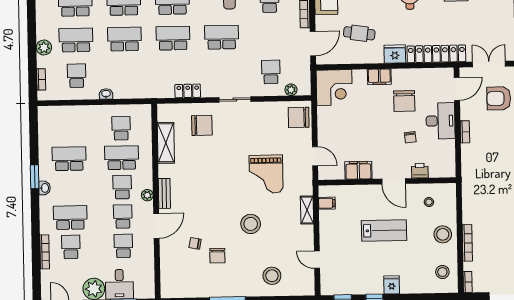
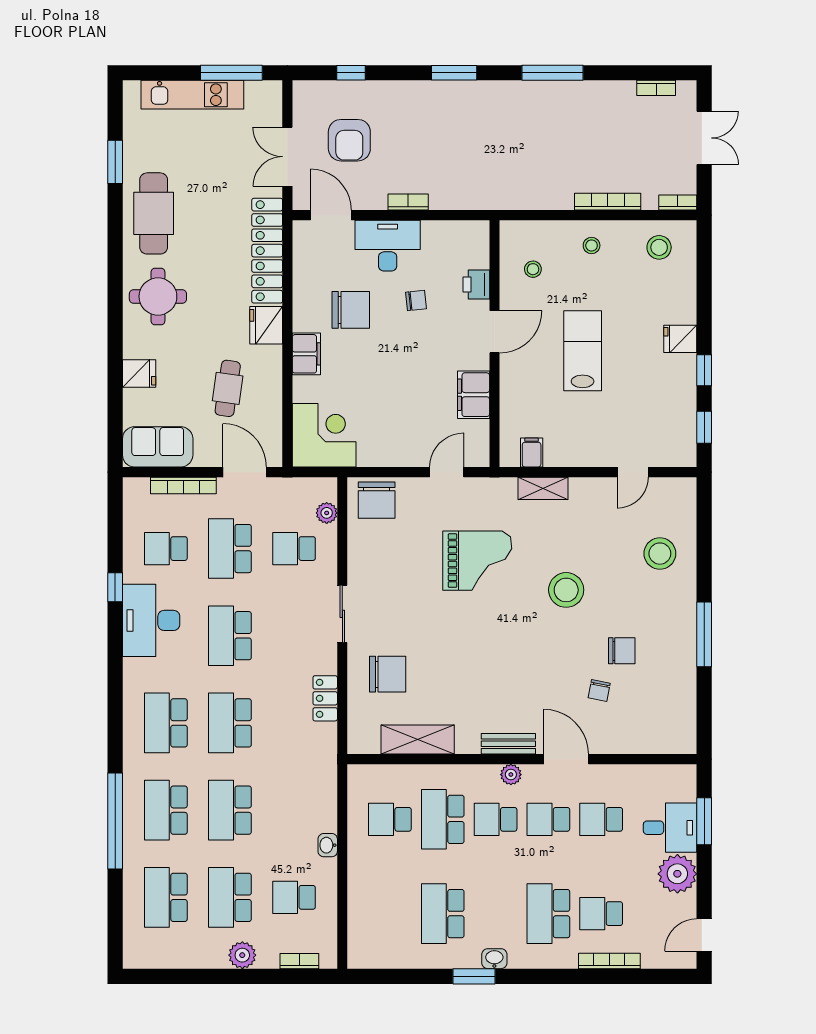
school desk: (270, 36) -> (230, 549), added
chair: (202, 125) -> (388, 674), turned 90
stool: (443, 234) -> (592, 245), width x0.53, depth x0.53

